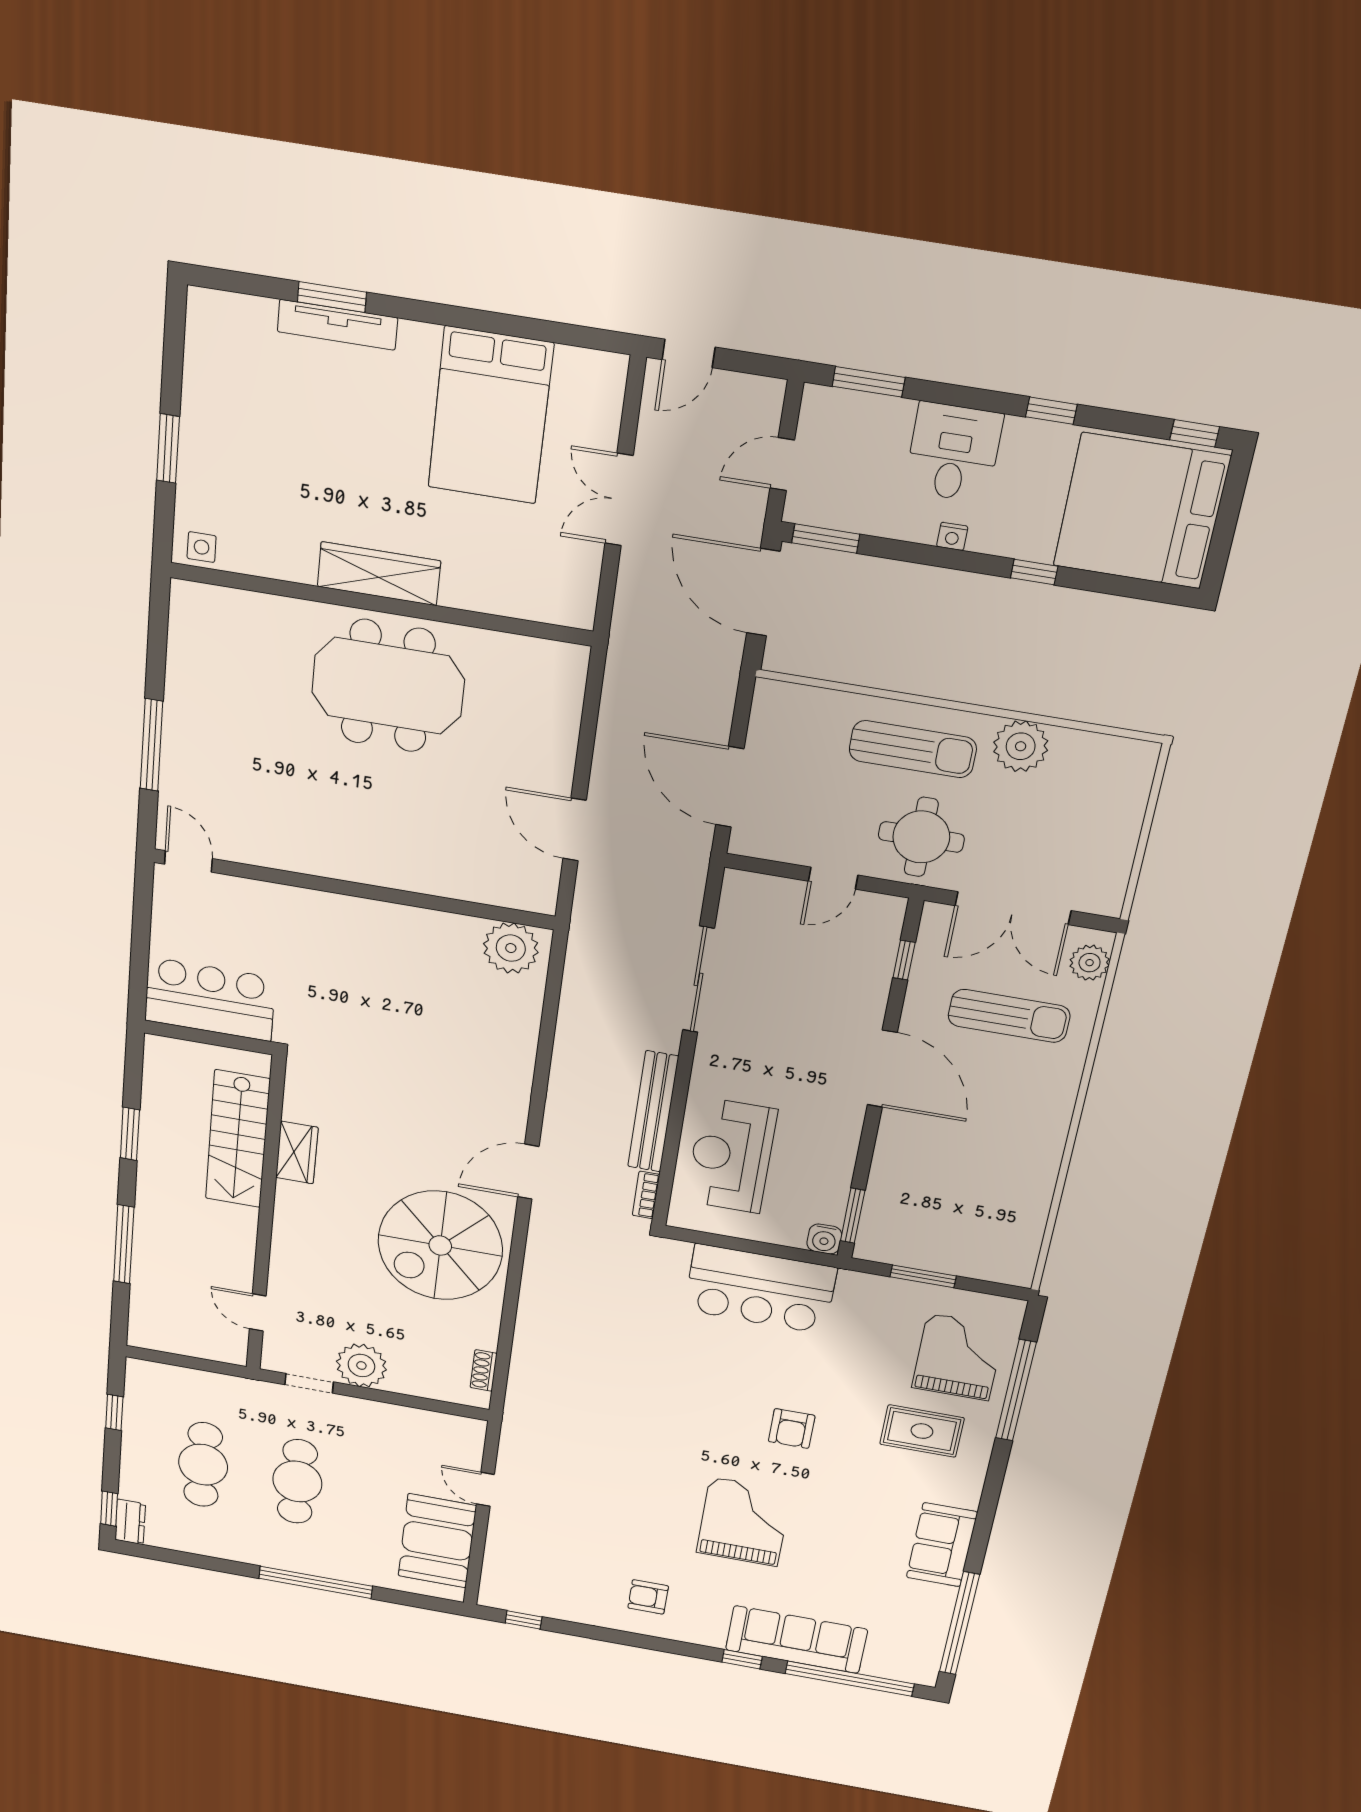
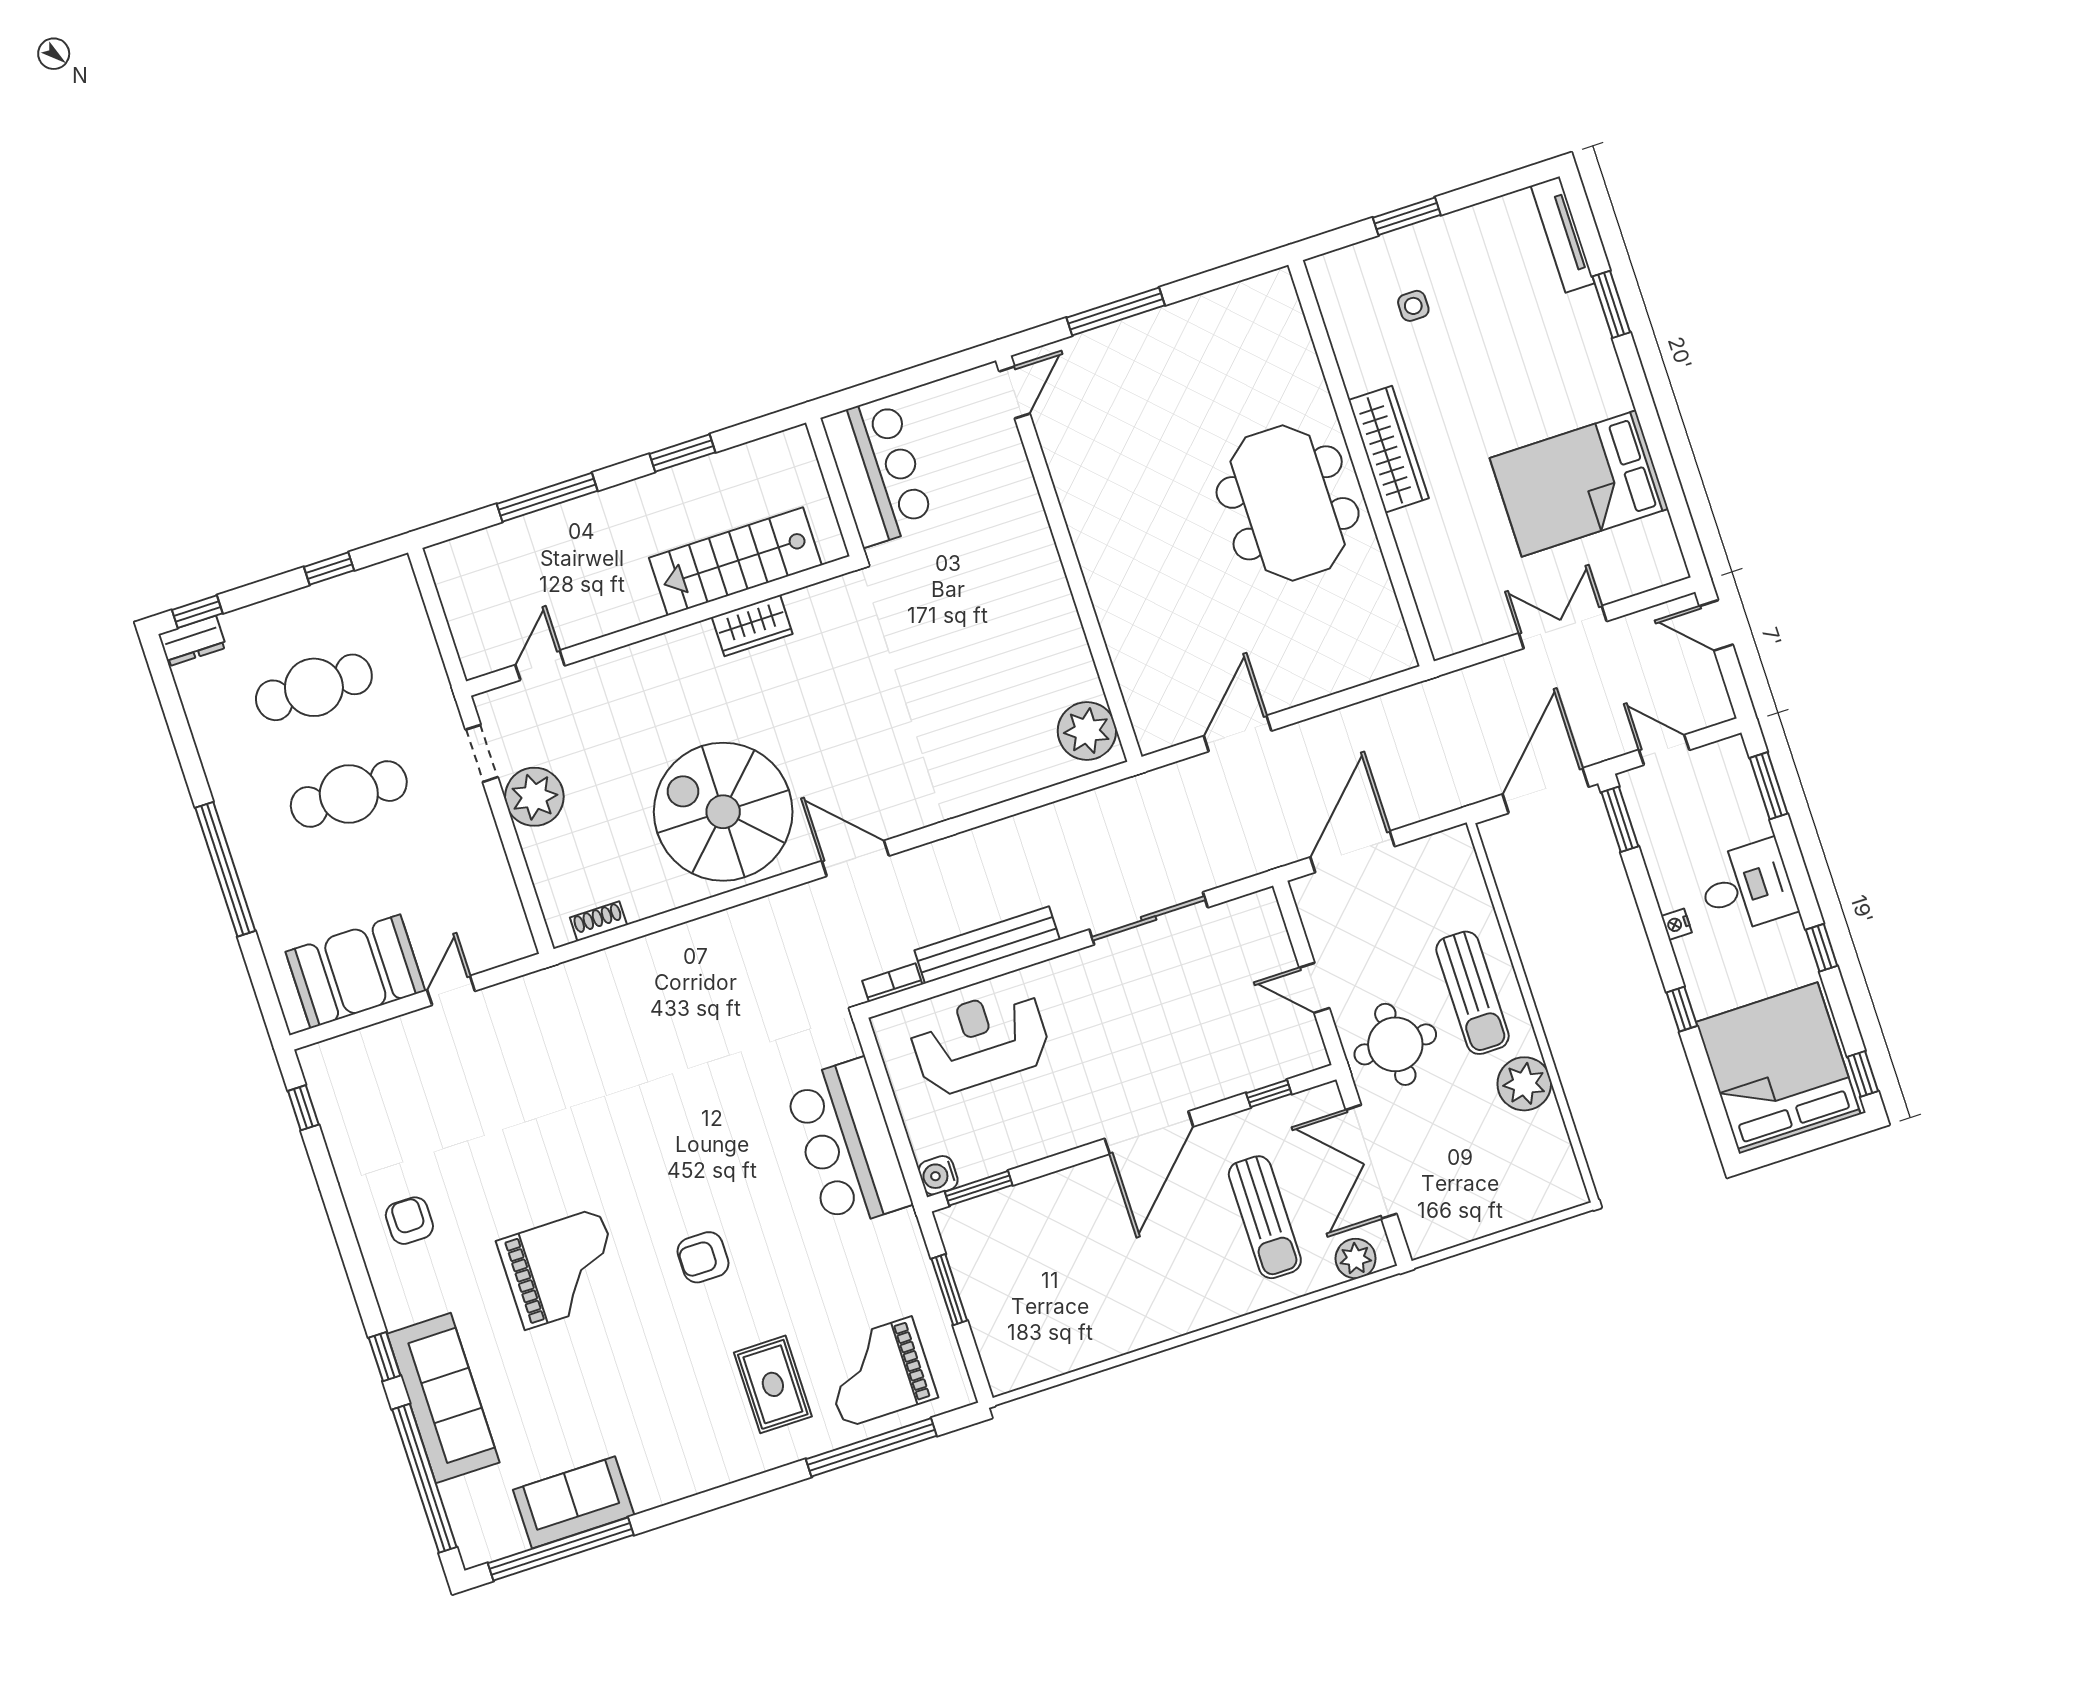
tv unit: (337, 325) -> (1563, 234), moved
side table: (202, 547) -> (1413, 306), moved
grand piano: (958, 1357) -> (878, 1372), turned 180
sofa: (942, 1545) -> (574, 1502), moved

